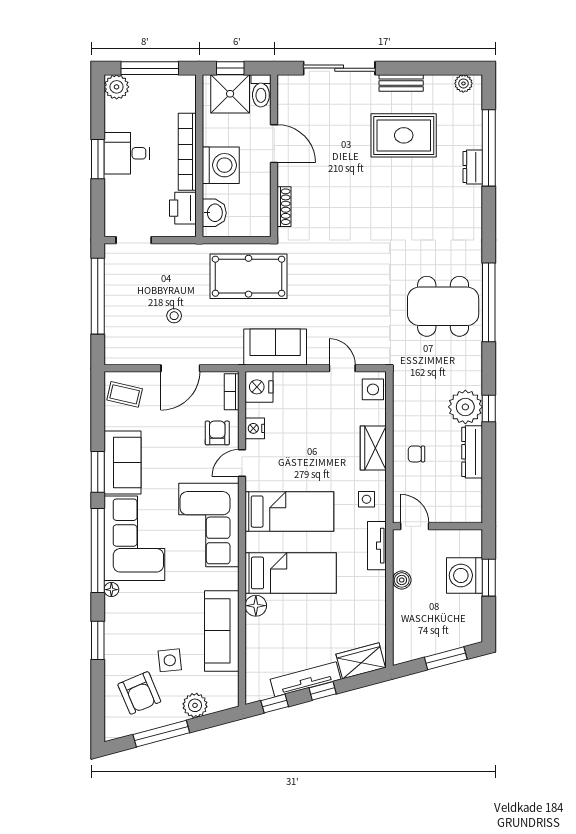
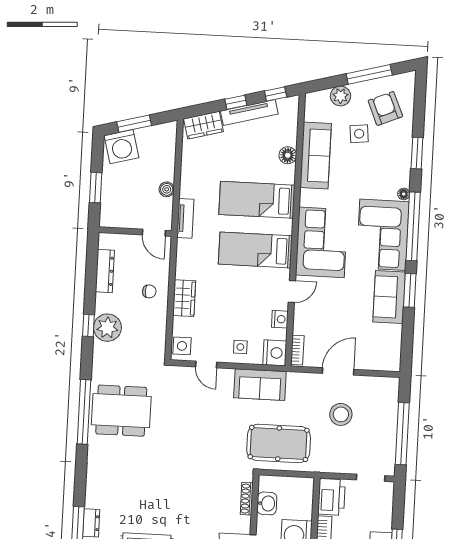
printer: (183, 208) -> (332, 497), width x1.37, depth x1.19
washbasin: (214, 213) -> (267, 503), moved, turned 180
stool: (174, 316) -> (341, 414), width x1.89, depth x1.89
coffee table: (125, 394) -> (385, 352), removed
armchair: (217, 433) -> (311, 317), removed
dresser: (472, 452) -> (105, 271), moved
side table: (367, 499) -> (240, 347), moved
washing machine: (464, 575) -> (122, 147), moved, turned 75
floor lamp: (256, 606) -> (288, 155), moved

